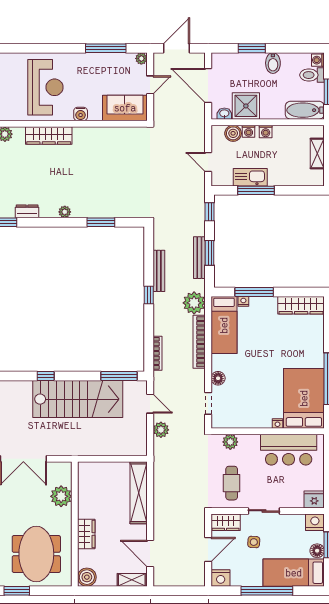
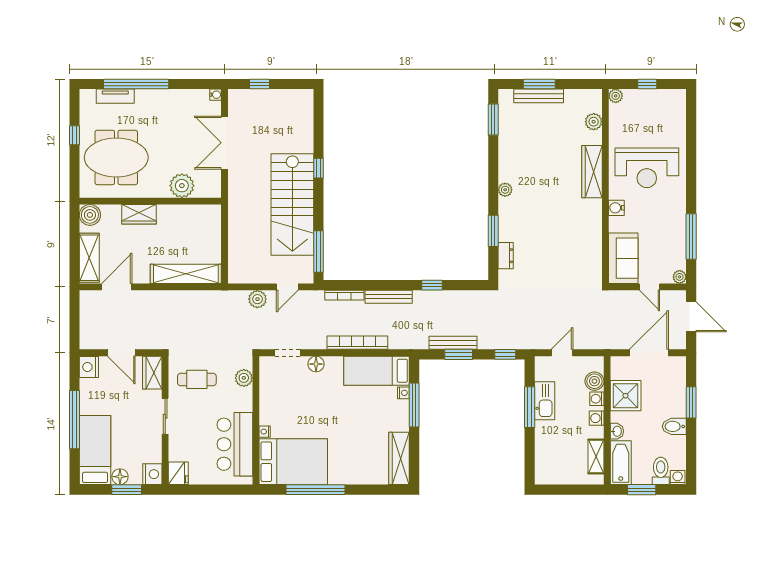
washbasin: (224, 114) -> (617, 431), moved
shelving: (317, 154) -> (596, 456), moved, turned 90
dresser: (27, 211) -> (506, 256), moved
bench: (159, 271) -> (389, 297), moved
window: (149, 295) -> (432, 285), moved
plant: (194, 303) -> (402, 337), removed
side table: (254, 542) -> (130, 405), removed
shelving: (132, 580) -> (89, 258), width x1.50, depth x1.33
window: (17, 591) -> (74, 135), width x0.67

